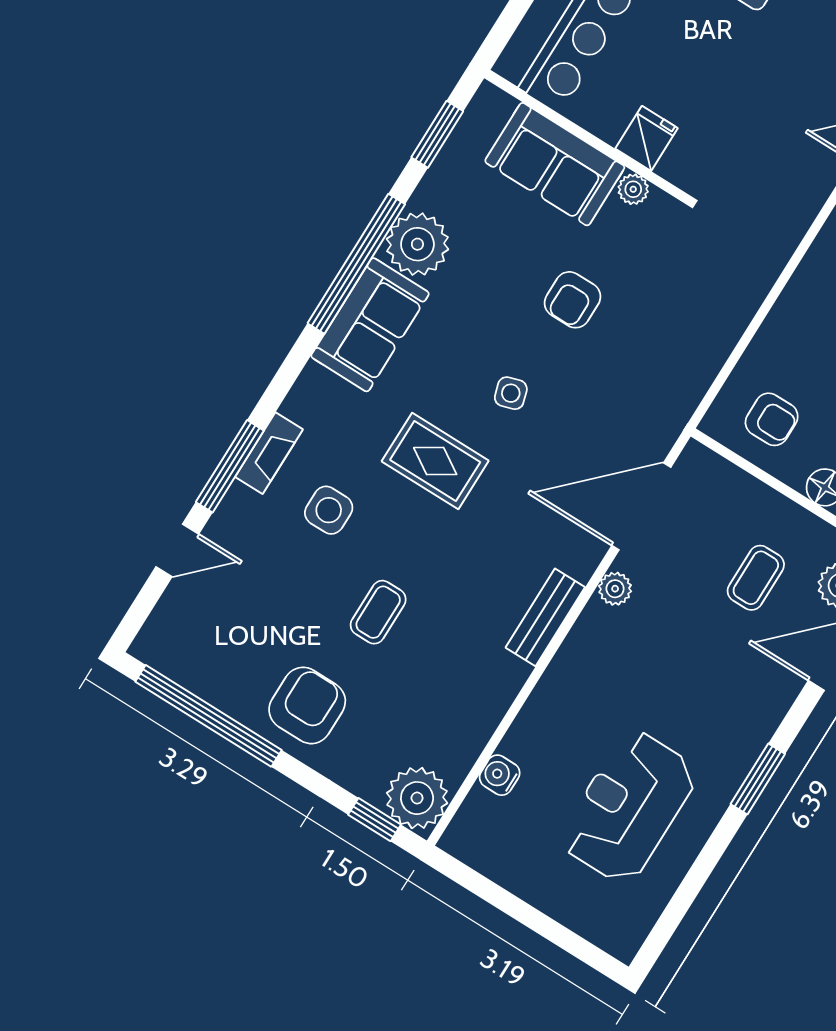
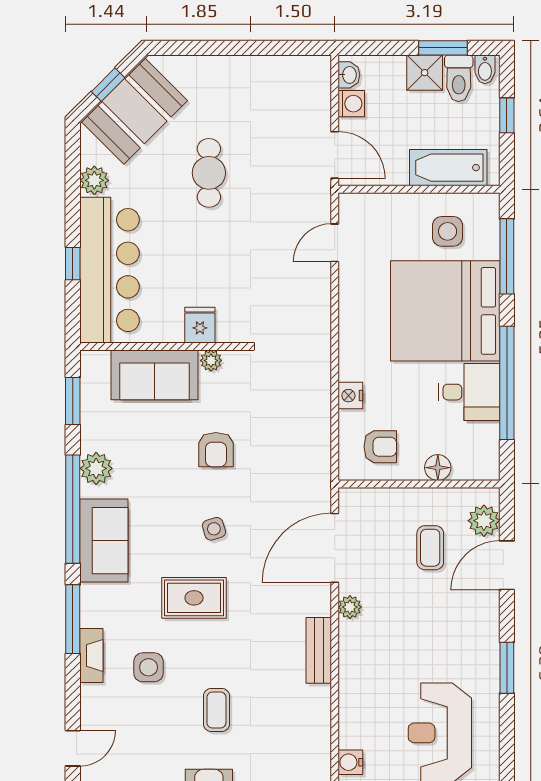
plant: (417, 244) -> (96, 468), width x0.73, depth x0.73
nightstand: (774, 336) -> (350, 396), added
window: (230, 466) -> (73, 619), moved

